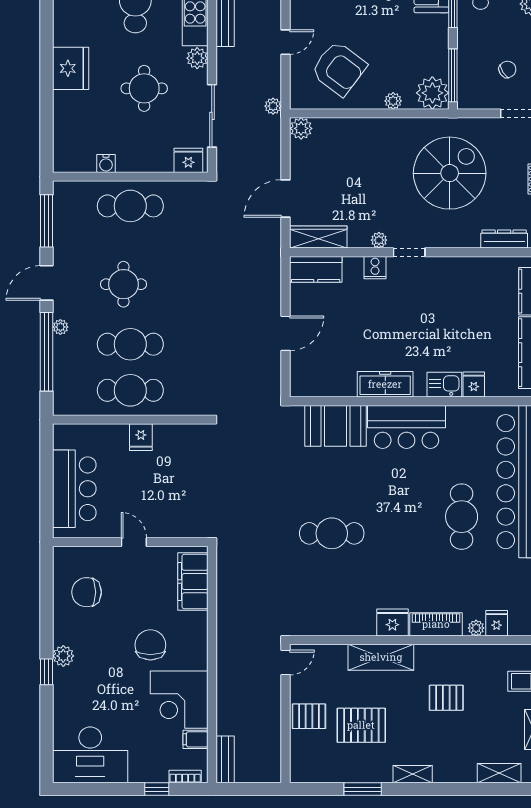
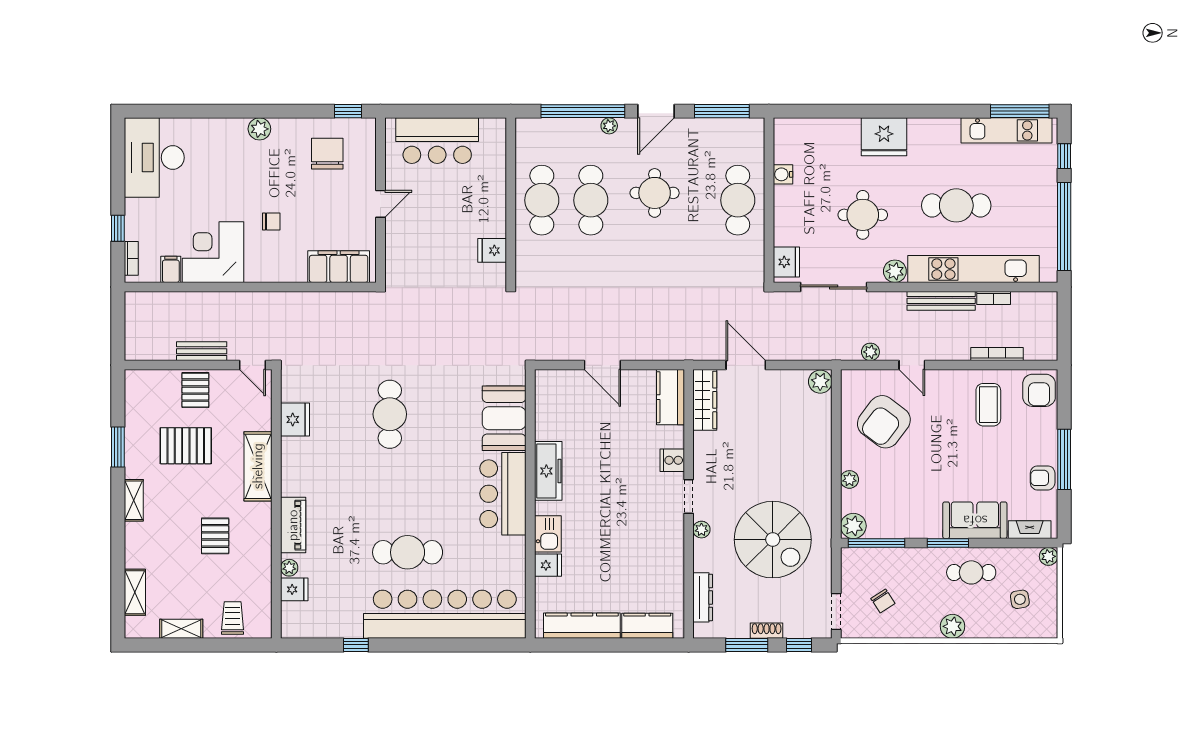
plant: (432, 93) -> (853, 526), width x0.73, depth x0.73
plant: (273, 106) -> (870, 352), moved
plant: (379, 240) -> (701, 530), moved
door: (47, 283) -> (656, 111), swing flipped
fridge: (141, 437) -> (492, 250), moved
fridge: (392, 622) -> (295, 420), moved
chair: (150, 645) -> (271, 222), width x0.54, depth x0.54
window: (47, 672) -> (348, 111), moved
pallet: (361, 725) -> (186, 446), turned 90
bench: (225, 759) -> (202, 351), moved

